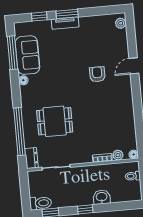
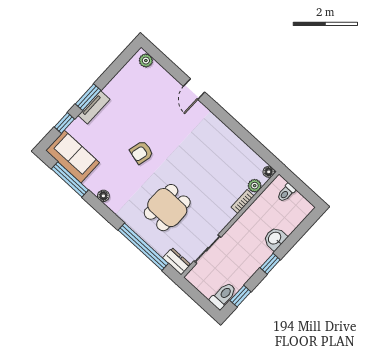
sofa: (27, 55) -> (73, 157), moved
armchair: (97, 74) -> (141, 152), moved, turned -76

